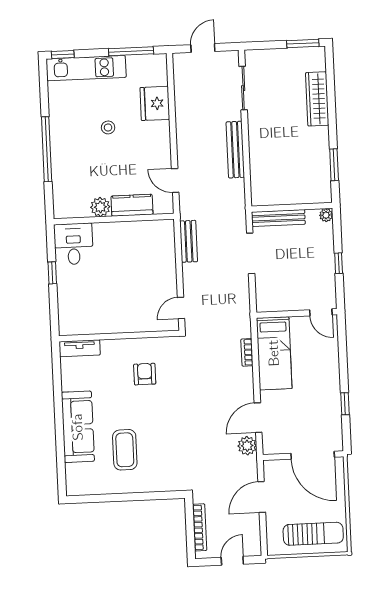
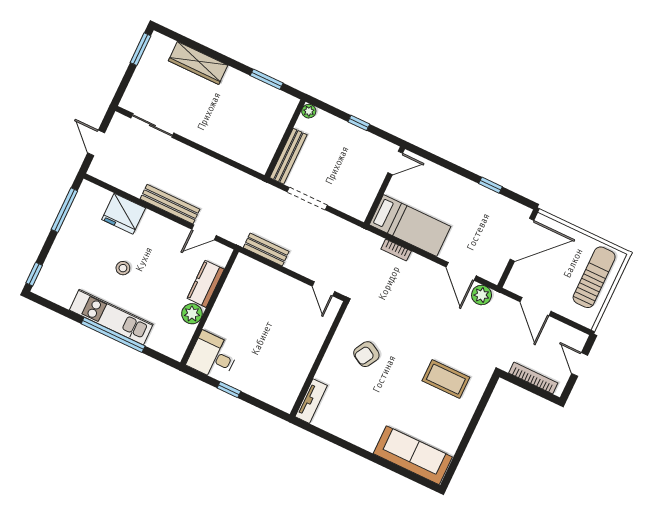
kitchen unit: (86, 68) -> (111, 317), moved, turned -90
bench: (235, 150) -> (170, 204), moved
armchair: (145, 374) -> (366, 354), turned -60
sofa: (78, 427) -> (413, 455), moved
coffee table: (125, 450) -> (446, 379), moved

